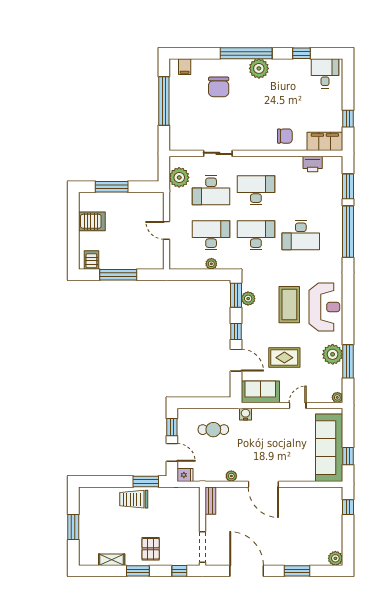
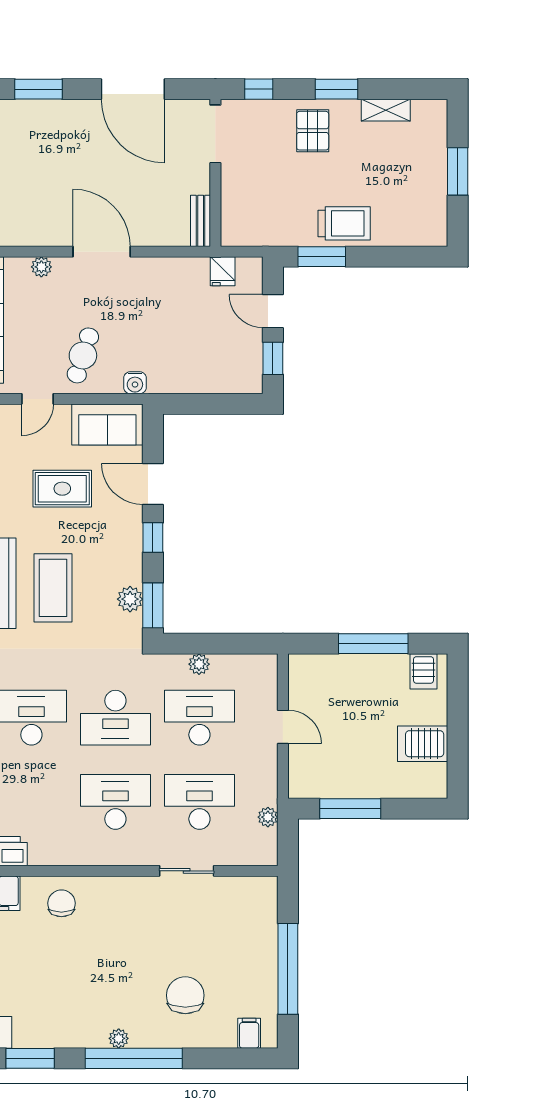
window: (301, 53) -> (30, 1058), width x1.50
plant: (259, 68) -> (119, 1038), width x0.53, depth x0.53
chair: (285, 136) -> (61, 903), turned 90
plant: (179, 177) -> (268, 817), width x0.53, depth x0.53
window: (112, 187) -> (350, 809), moved
desk: (256, 190) -> (115, 802), turned 180
desk: (211, 235) -> (199, 718), turned 180
cafe table: (213, 430) -> (83, 355), moved, turned -72
fridge: (185, 475) -> (223, 271), moved, turned -90
plant: (231, 476) -> (41, 267), moved

